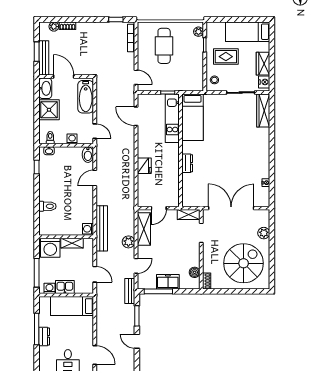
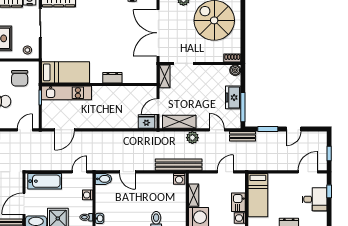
chair: (187, 72) -> (20, 78), added
fridge: (144, 166) -> (146, 122), moved
door: (159, 208) -> (158, 107), swing flipped
boiler: (195, 272) -> (235, 70), moved

